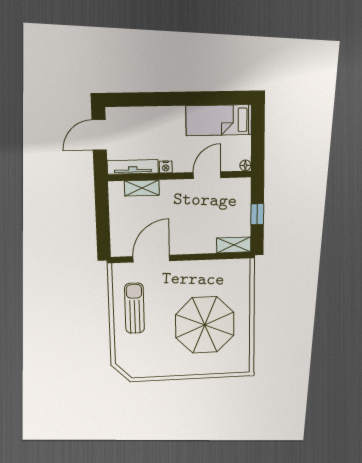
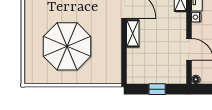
shelving: (234, 245) -> (133, 33), moved

